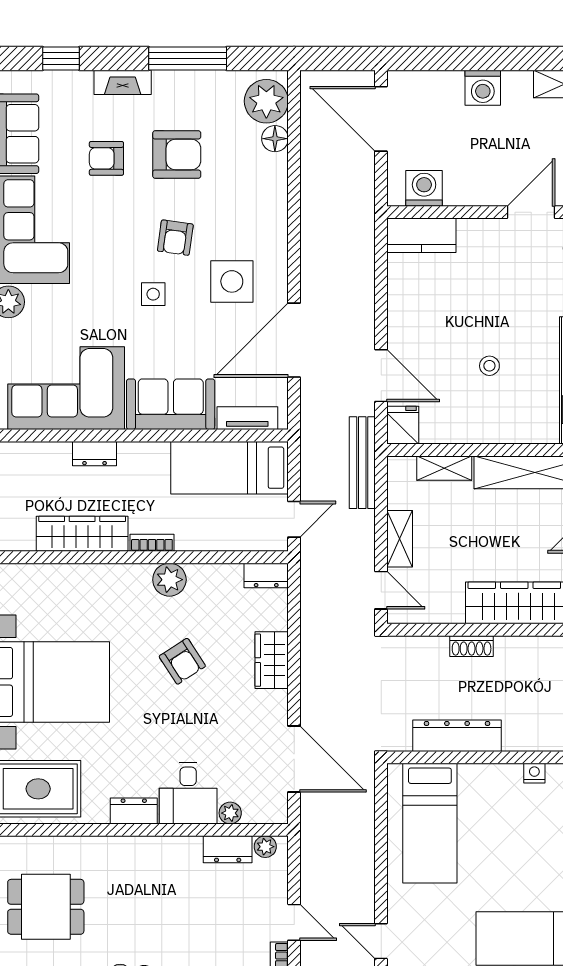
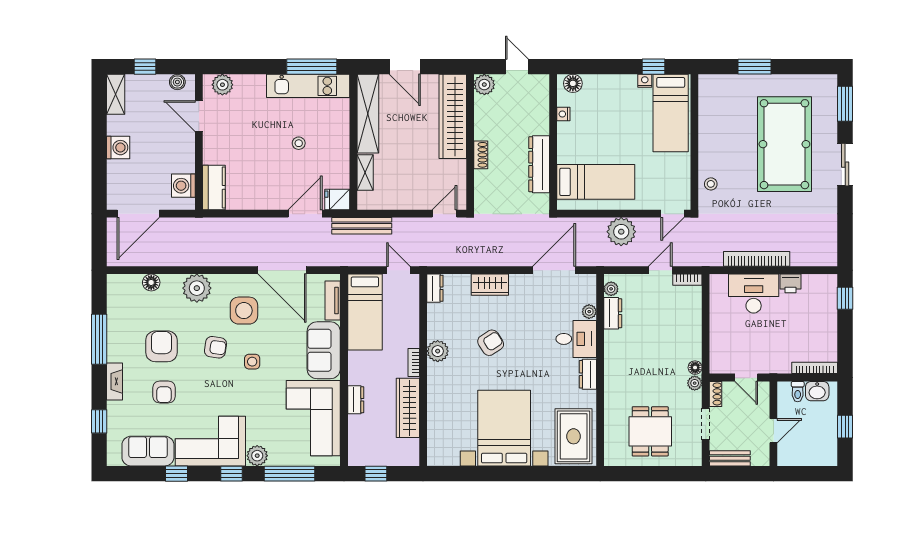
plant: (266, 101) -> (197, 288), moved
shelving: (400, 539) -> (411, 202), removed
plant: (353, 862) -> (621, 232), added

